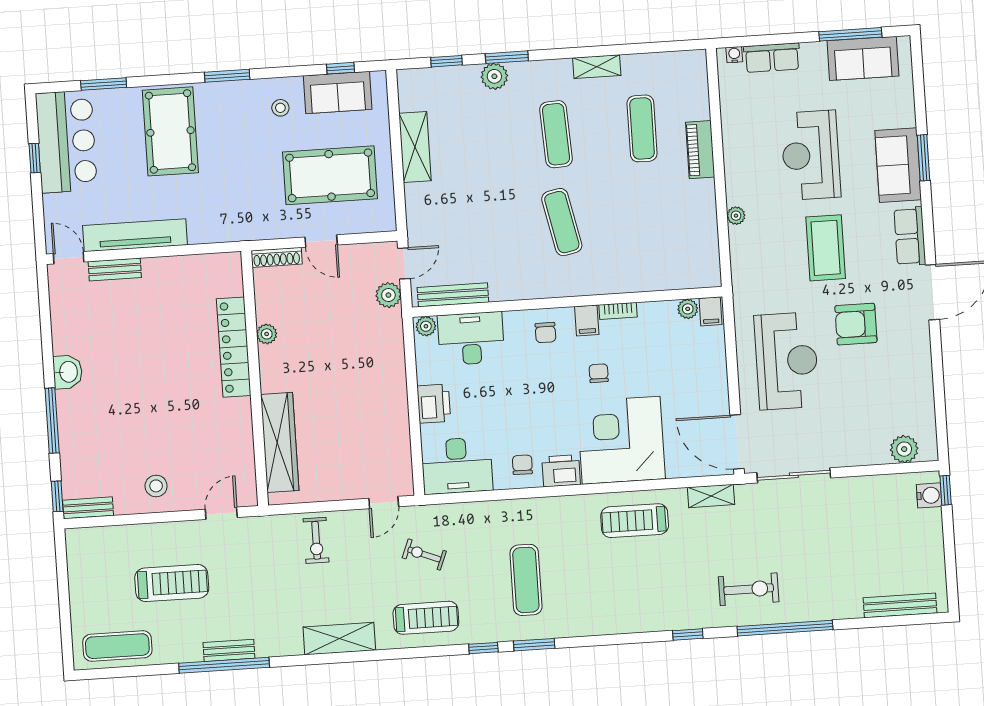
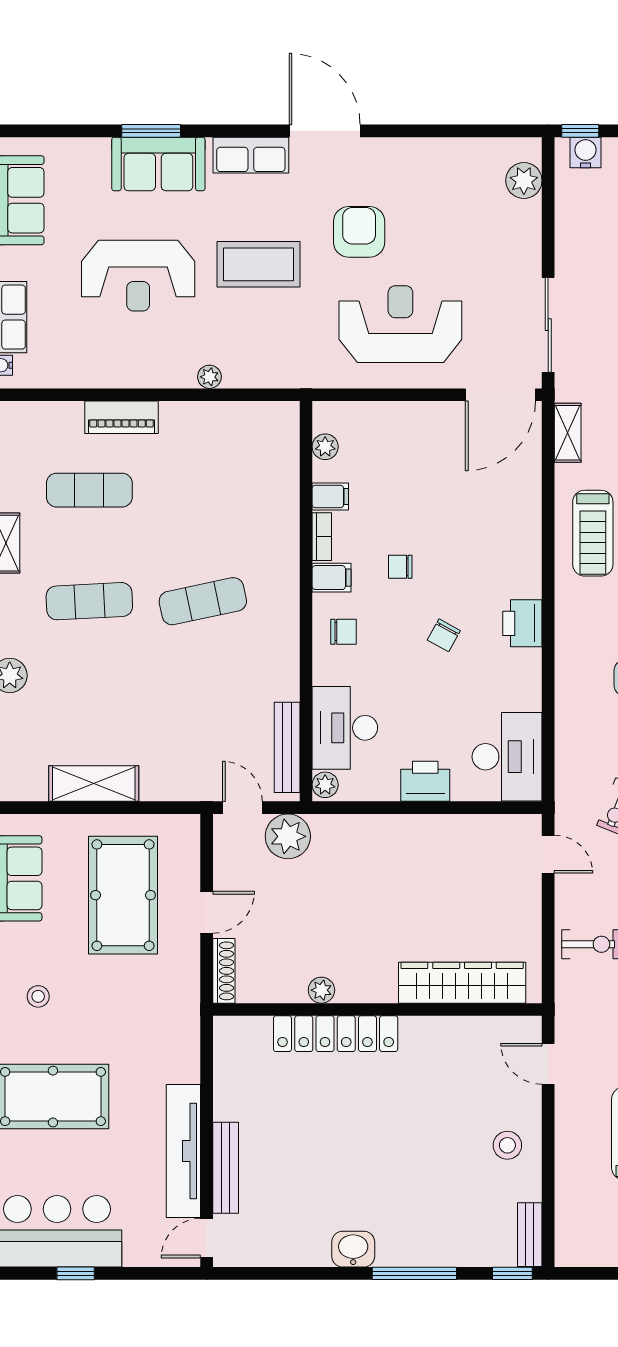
stool: (280, 108) -> (38, 996), moved
bench: (115, 269) -> (226, 1168), width x1.36
plant: (388, 295) -> (288, 836), width x1.36, depth x1.36
filing cabinet: (711, 311) -> (330, 497), moved
armchair: (856, 324) -> (359, 232), turned 180
corner desk: (621, 440) -> (488, 544), removed
chair: (522, 465) -> (444, 635), moved, turned -62

